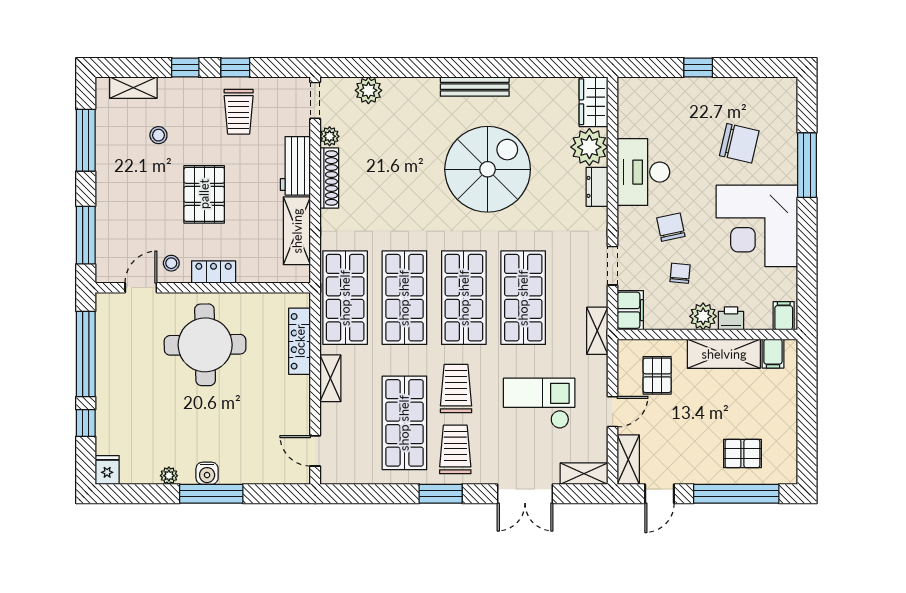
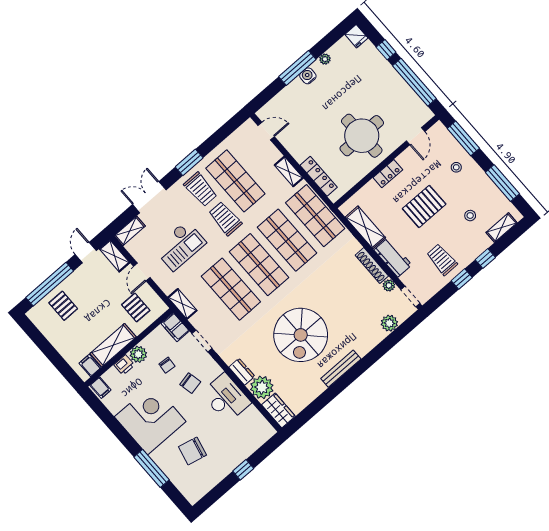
pallet: (204, 194) -> (424, 206), turned 90
stool: (171, 263) -> (456, 167), moved
trolley: (456, 389) -> (225, 218), turned 180
pallet: (742, 454) -> (63, 306), turned 90

